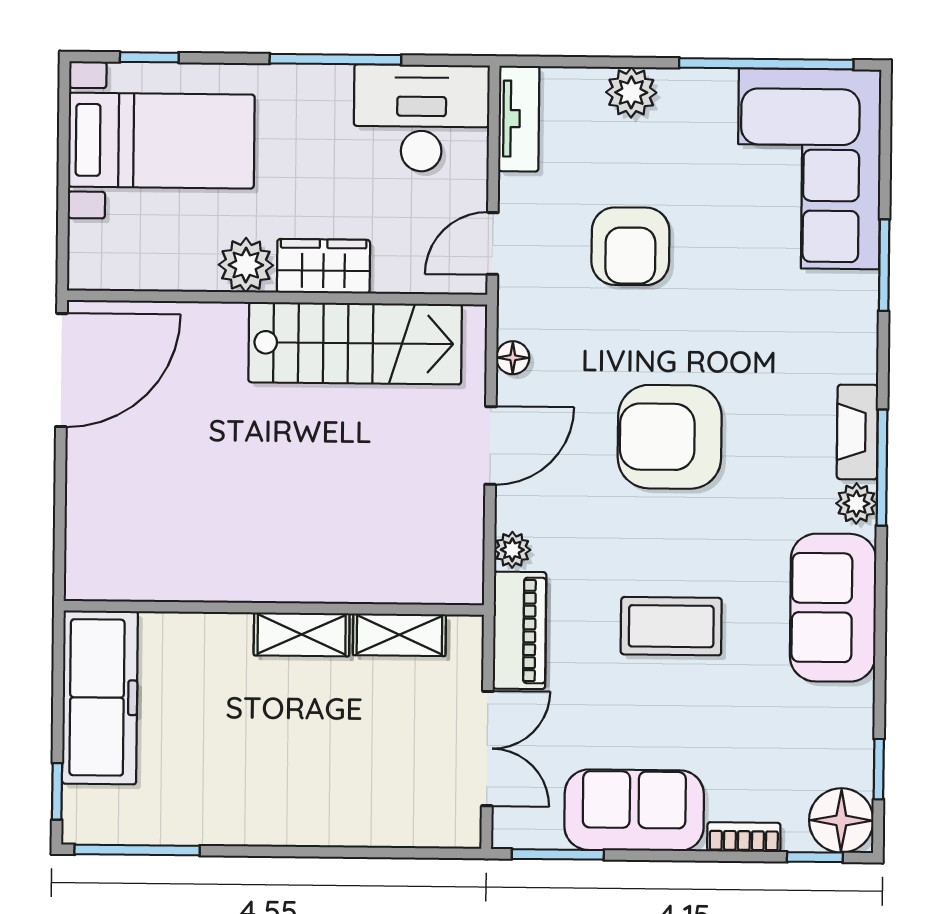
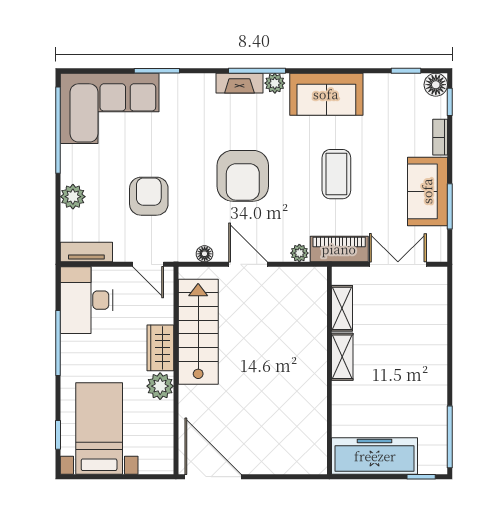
armchair: (630, 246) -> (149, 196), turned -90
floor lamp: (841, 820) -> (436, 85), width x0.73, depth x0.73
window: (558, 854) -> (450, 206), moved

